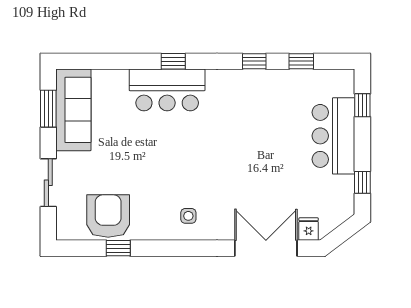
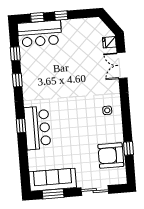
bar counter: (333, 136) -> (40, 34), moved
window: (362, 182) -> (61, 15), moved
double door: (266, 248) -> (122, 65), width x0.73

